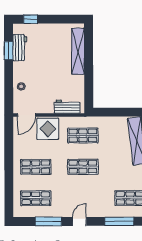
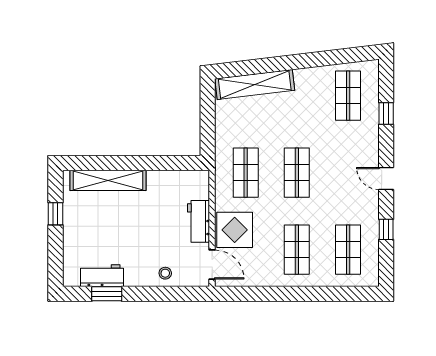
window: (30, 19) -> (56, 214), moved
workbench: (67, 107) -> (199, 221), moved
window: (48, 221) -> (386, 229), width x0.46
window: (119, 221) -> (386, 113), width x0.46

